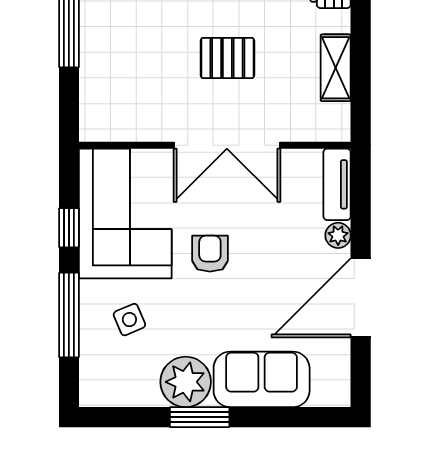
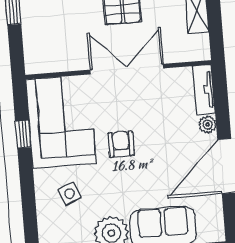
double door: (227, 145) -> (127, 69), swing flipped
window: (69, 315) -> (28, 194), removed

